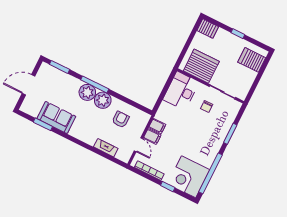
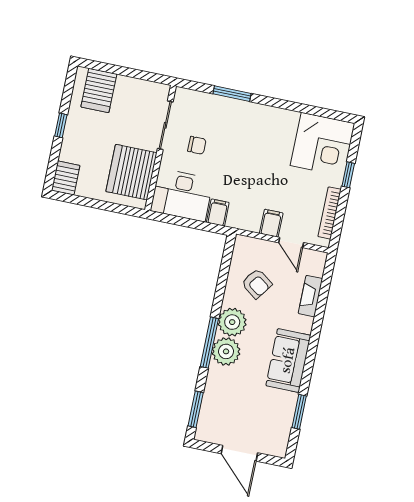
sofa: (56, 117) -> (288, 360), moved
armchair: (121, 120) -> (257, 284), turned -144
filing cabinet: (157, 126) -> (218, 213), moved
door: (138, 145) -> (291, 243), swing flipped
window: (210, 173) -> (307, 109), removed

